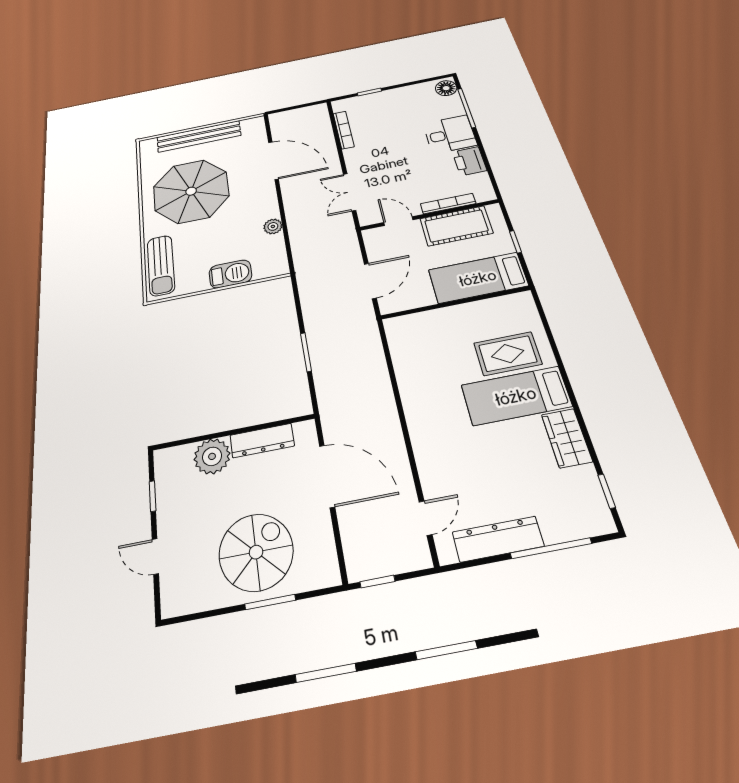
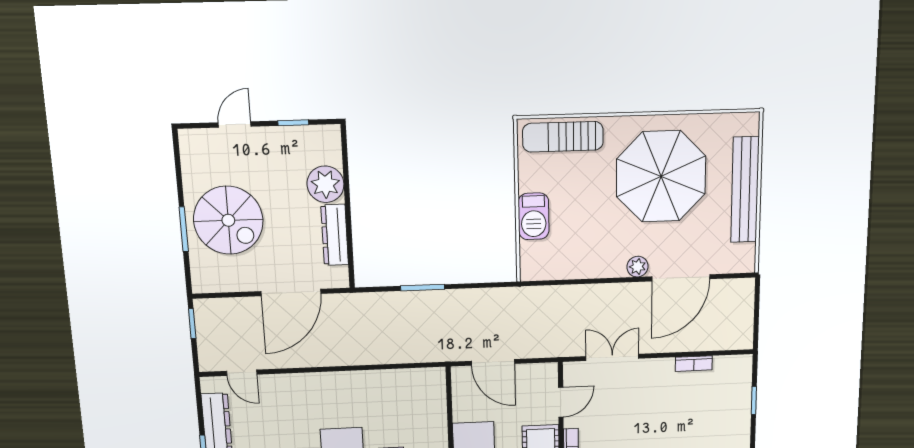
bookcase: (344, 130) -> (694, 364), width x0.64
plant: (273, 226) -> (637, 267), moved

